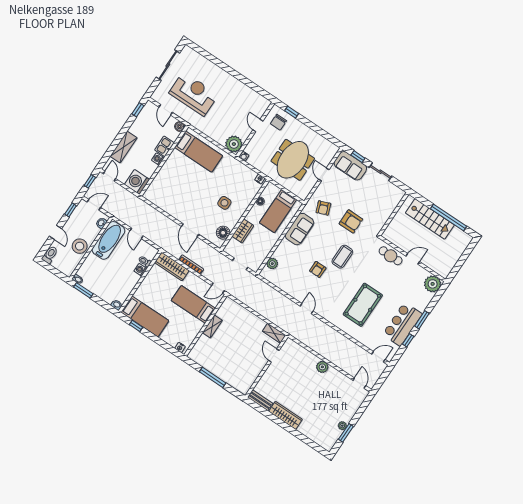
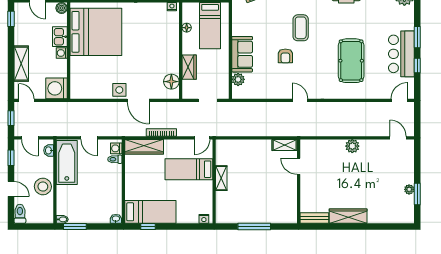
bed: (199, 152) -> (96, 32), width x2.04
side table: (224, 203) -> (119, 90), moved
door: (94, 205) -> (30, 138), swing flipped
sofa: (300, 229) -> (242, 54), moved
washing machine: (140, 270) -> (116, 148), moved

